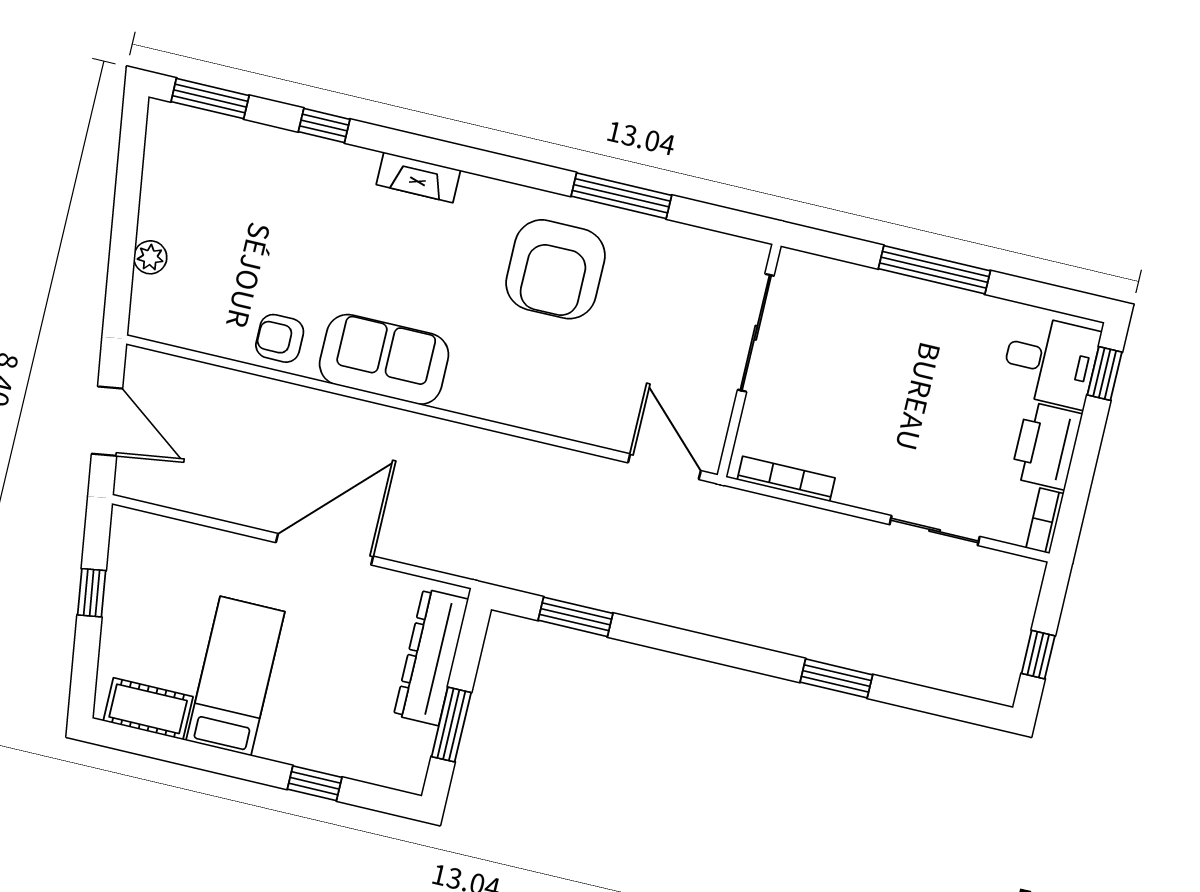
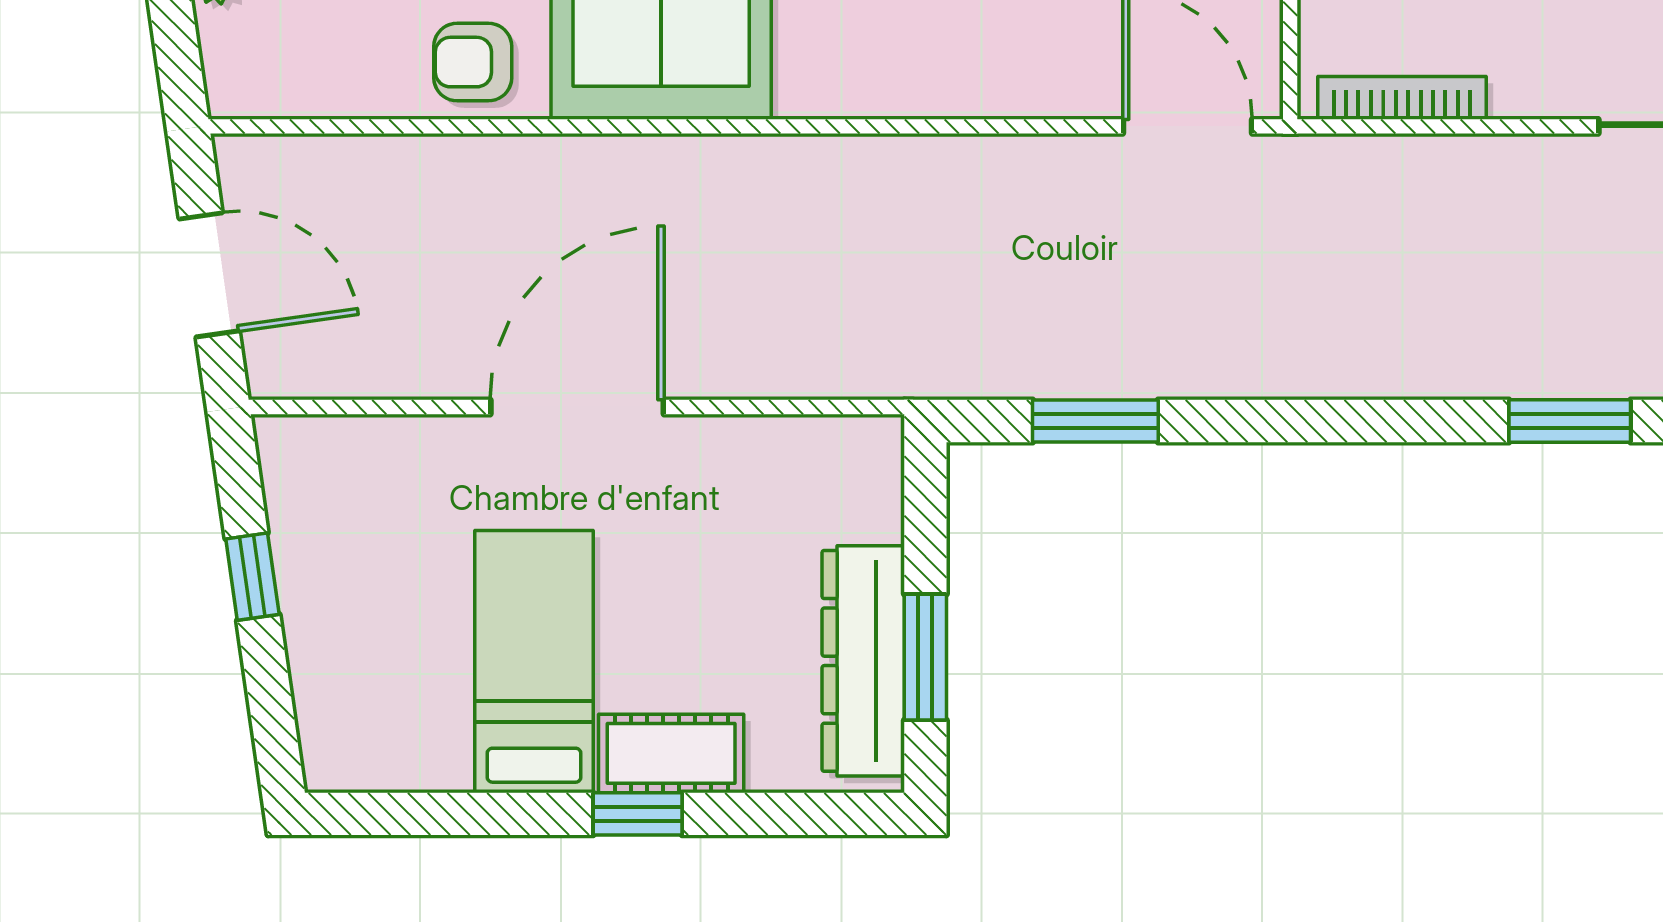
door: (325, 549) -> (577, 407), moved
dresser: (431, 657) -> (863, 661), moved
cot: (148, 709) -> (671, 753), moved
window: (315, 783) -> (638, 814), moved

